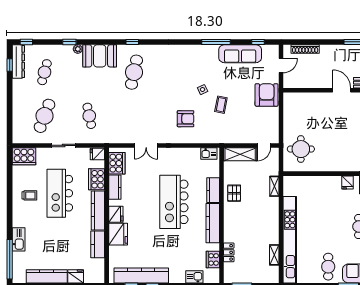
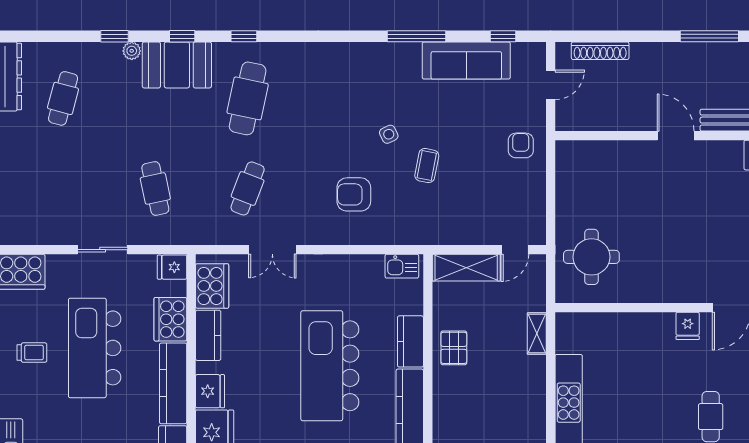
window: (26, 42) -> (182, 36), moved
armchair: (267, 95) -> (521, 145), width x0.53, depth x0.53
cafe table: (44, 116) -> (248, 188), moved, width x0.73, depth x0.74
armchair: (186, 119) -> (354, 194), turned 180

